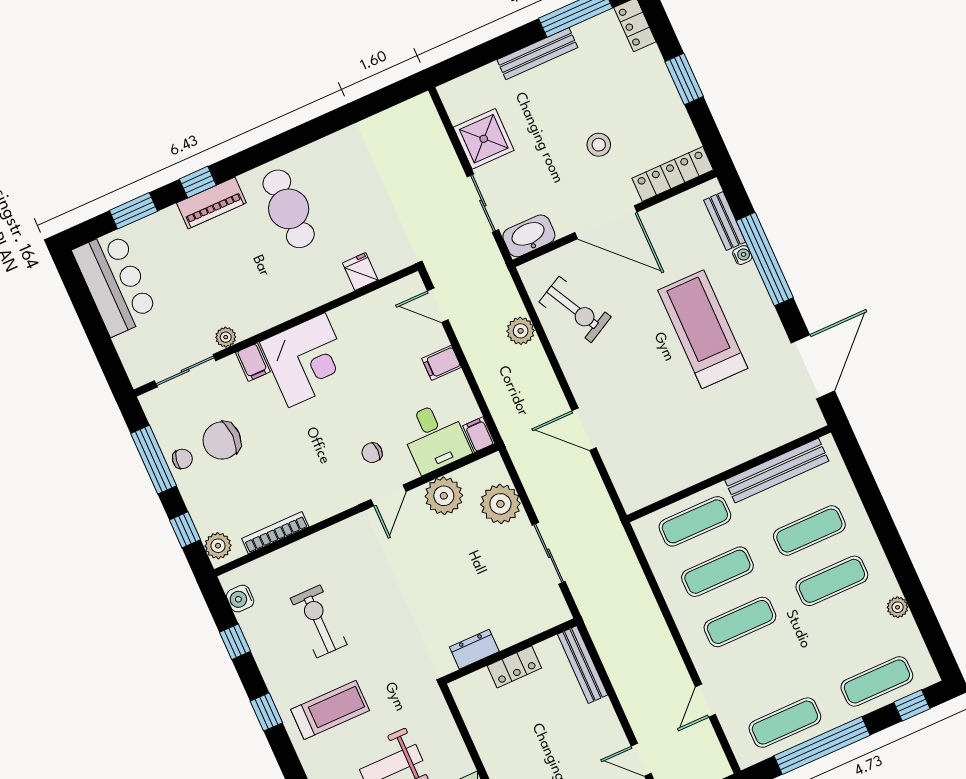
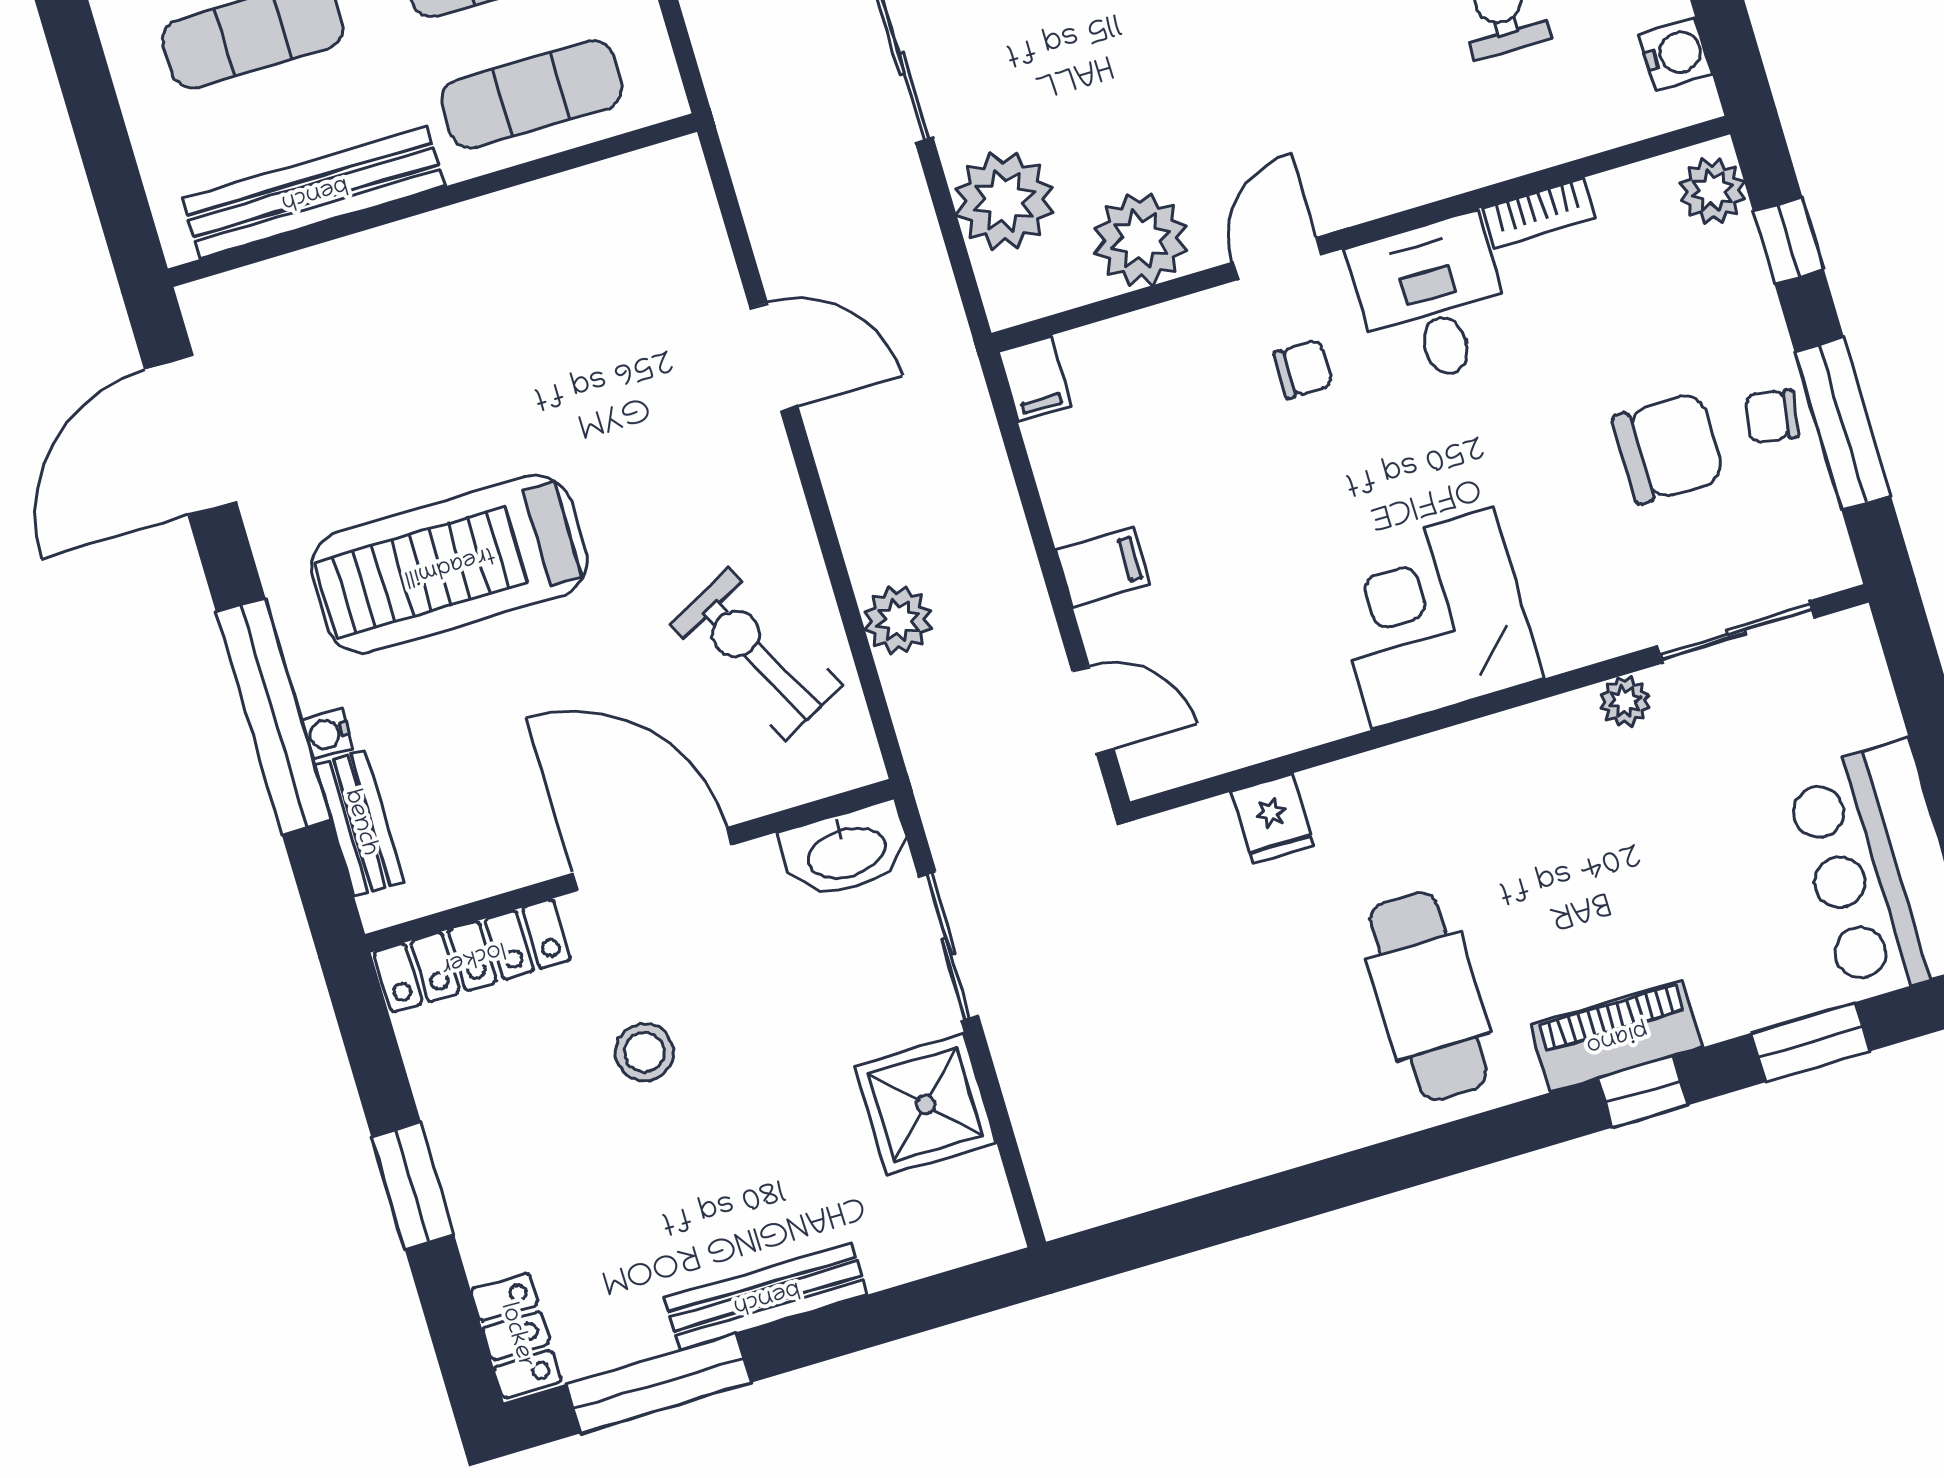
treadmill: (703, 329) -> (449, 564), turned 90
filing cabinet: (253, 362) -> (1566, 631), removed
desk: (435, 437) -> (1432, 301), moved
bookcase: (275, 533) -> (1539, 213), width x0.64

